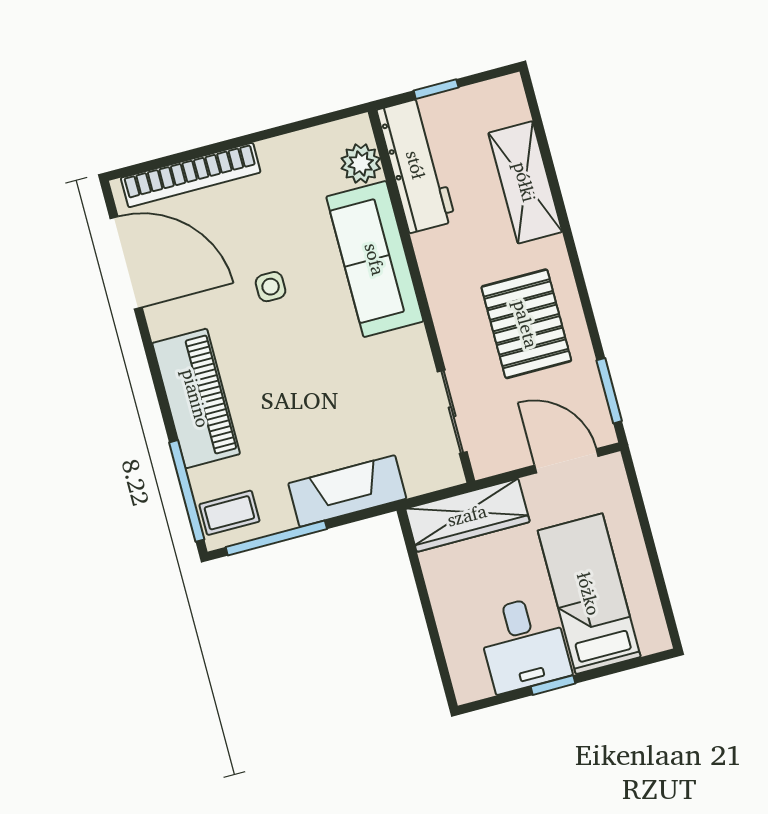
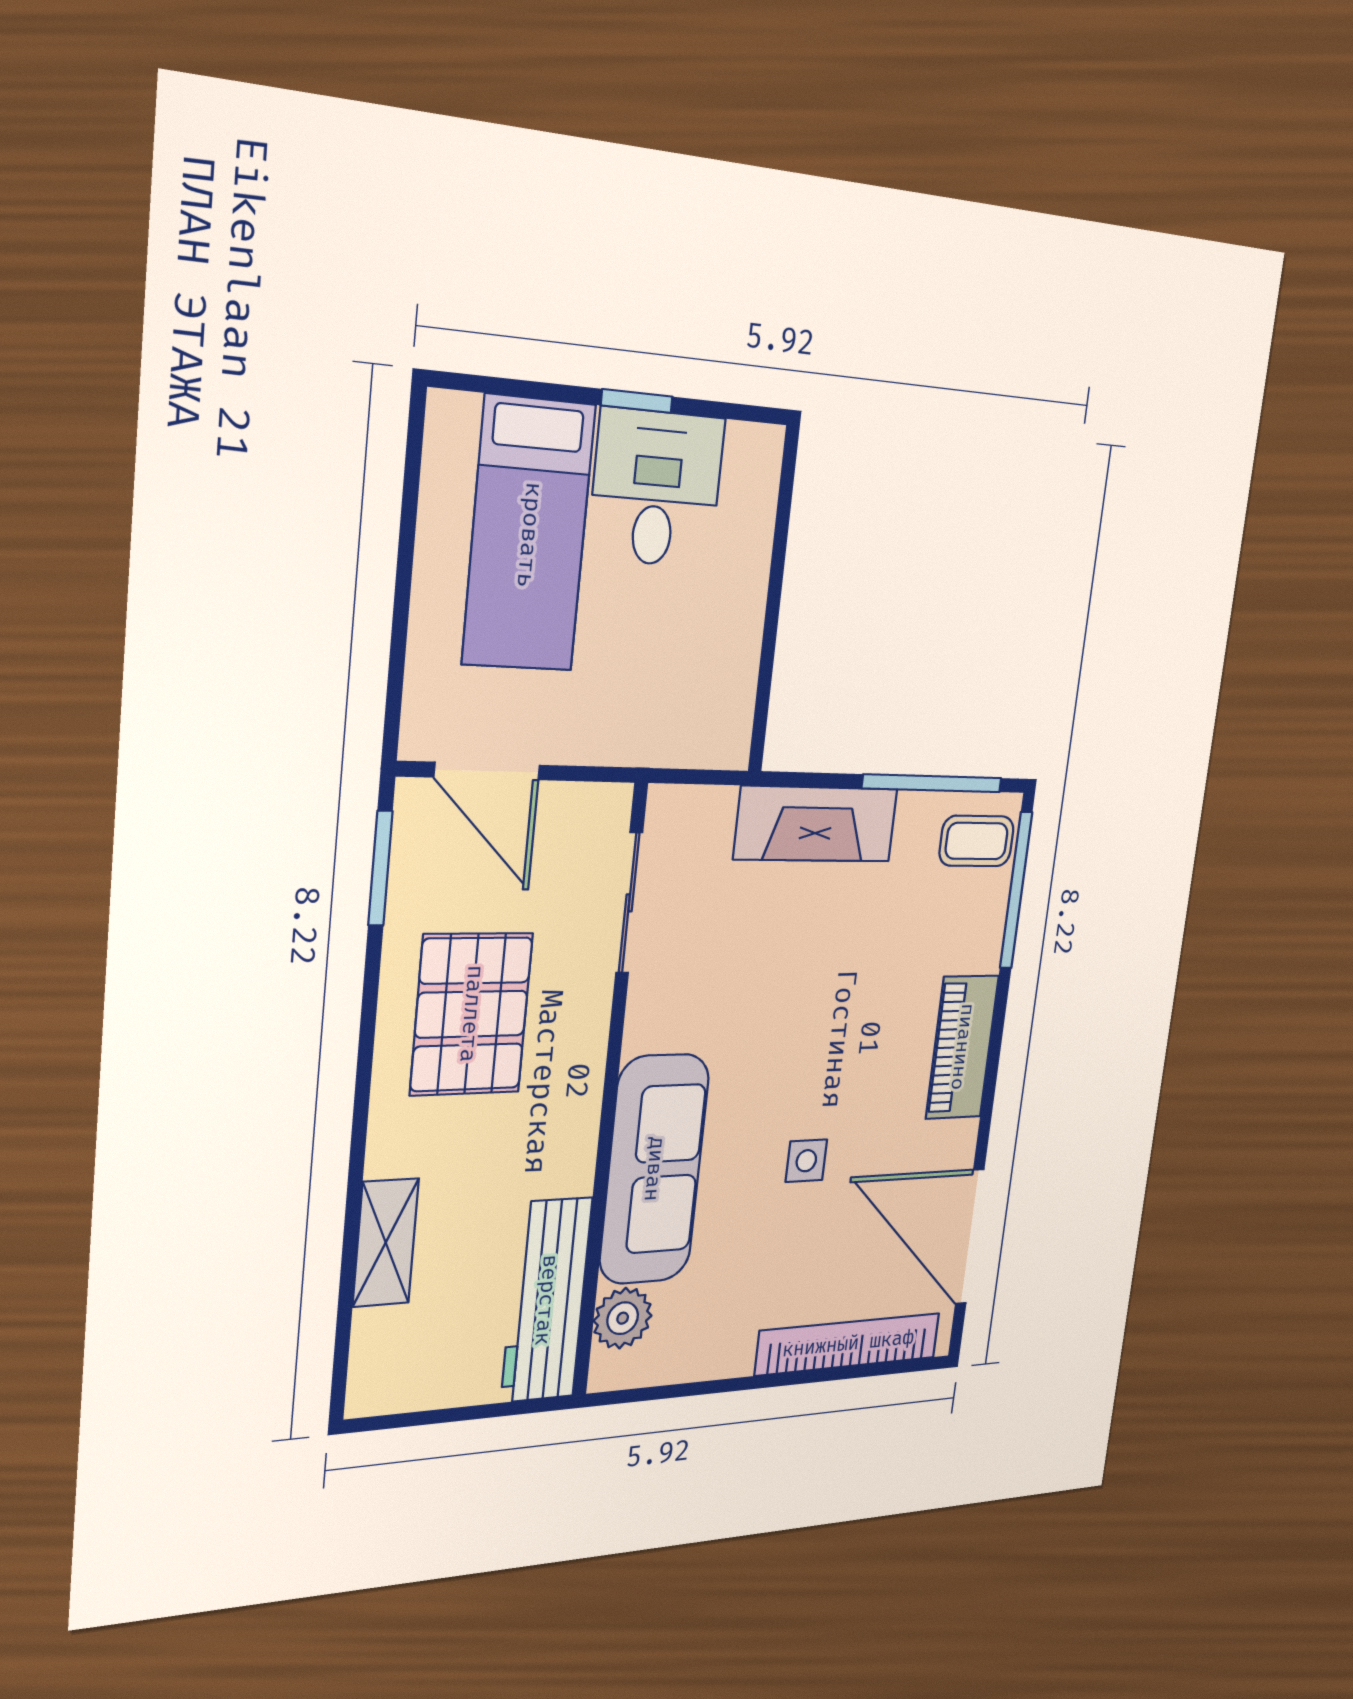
window: (436, 89) -> (477, 1412), removed
shelving: (525, 182) -> (386, 1243), width x0.67, depth x0.75
piano: (196, 398) -> (962, 1047), width x0.73, depth x0.75
wardrobe: (467, 515) -> (665, 730), removed

